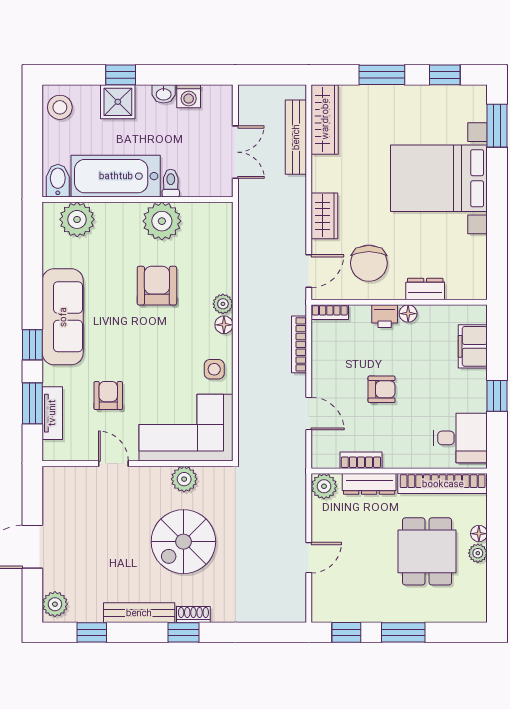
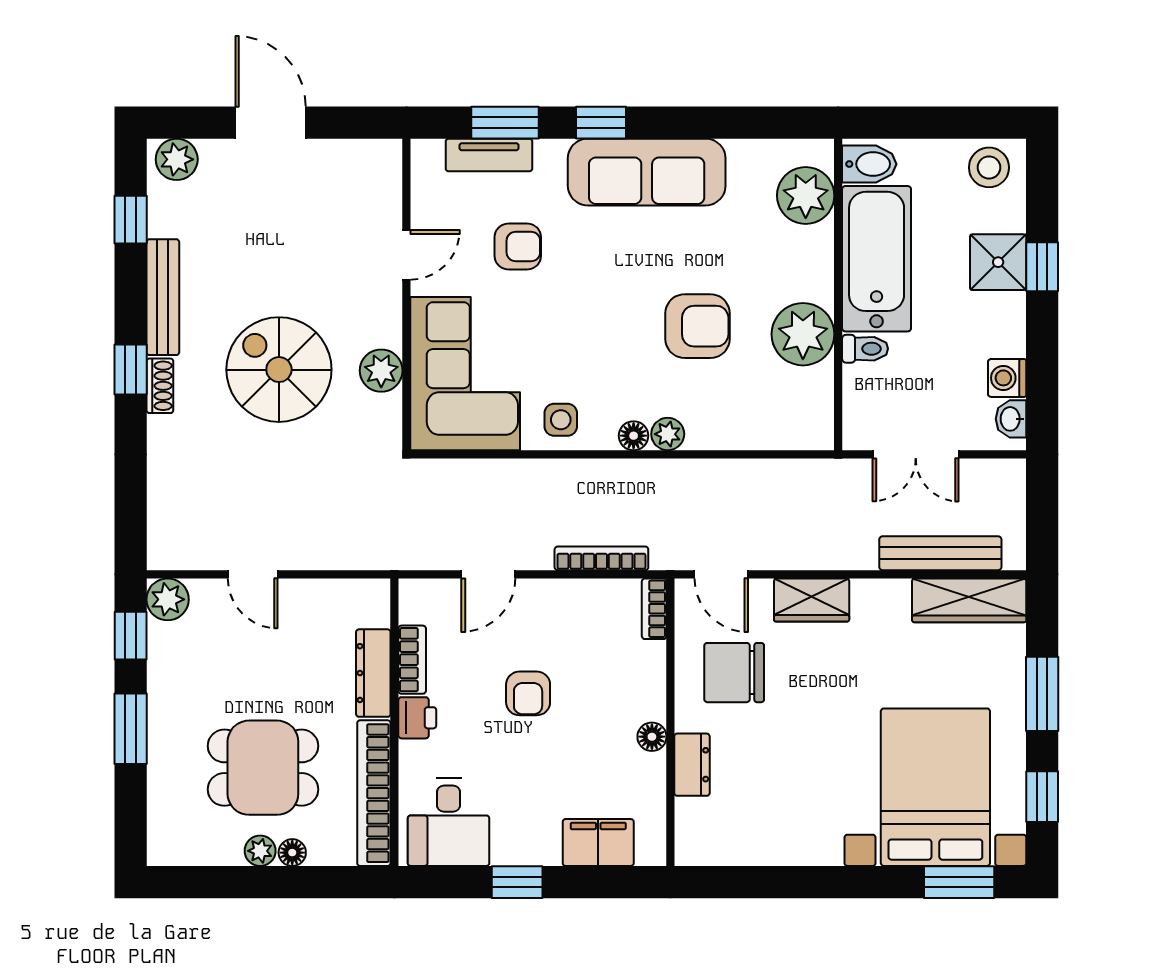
washbasin: (164, 94) -> (1011, 419), moved
bed with nightstands: (439, 178) -> (935, 787), moved
printer: (385, 316) -> (417, 718), moved, turned 180
plant: (324, 486) -> (168, 599), moved

